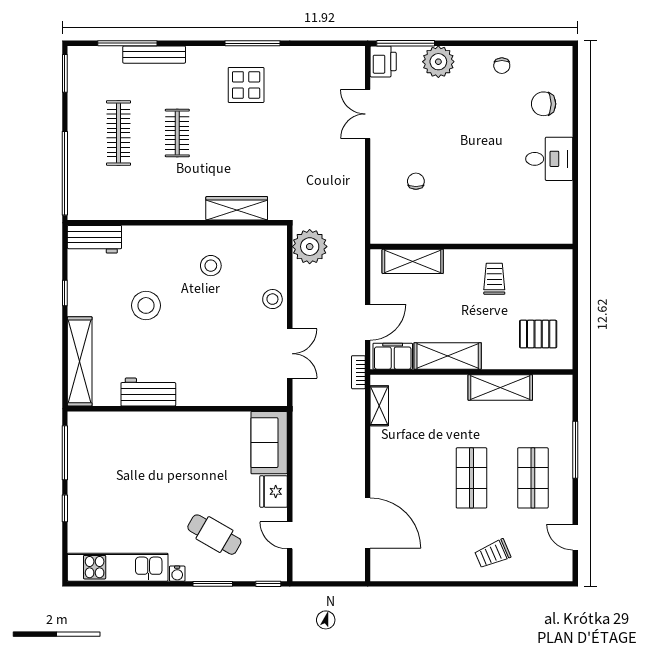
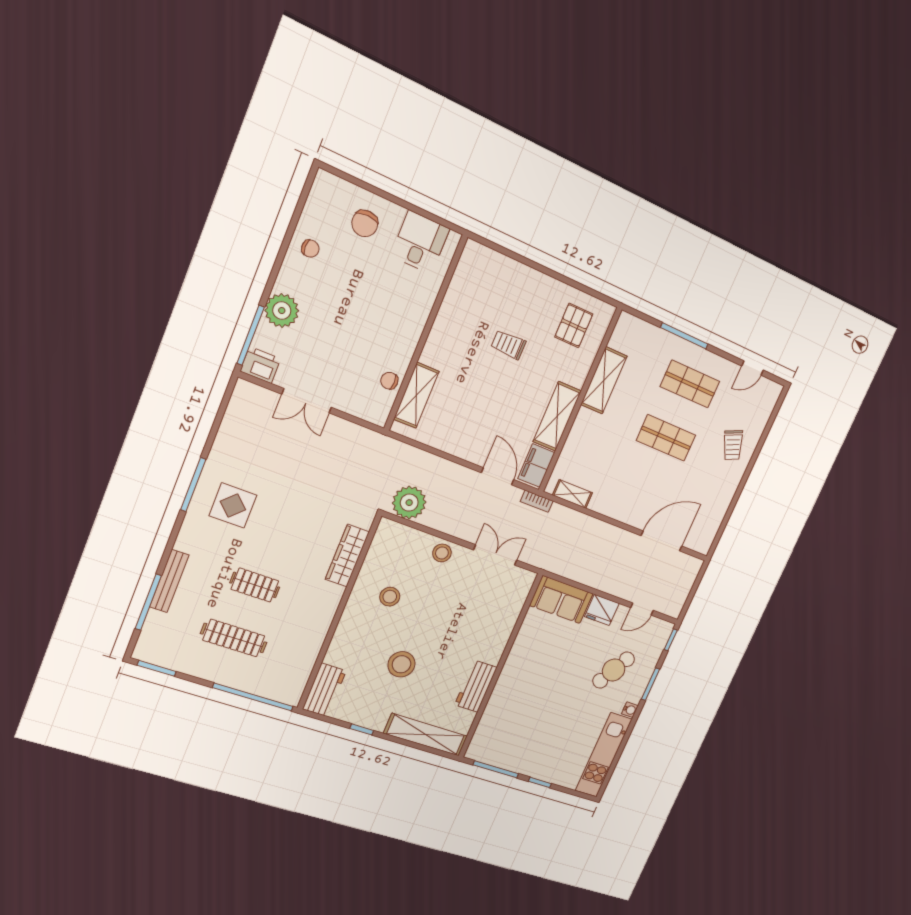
wall: (471, 247) -> (425, 334), moved
shelving: (413, 261) -> (416, 395), moved

